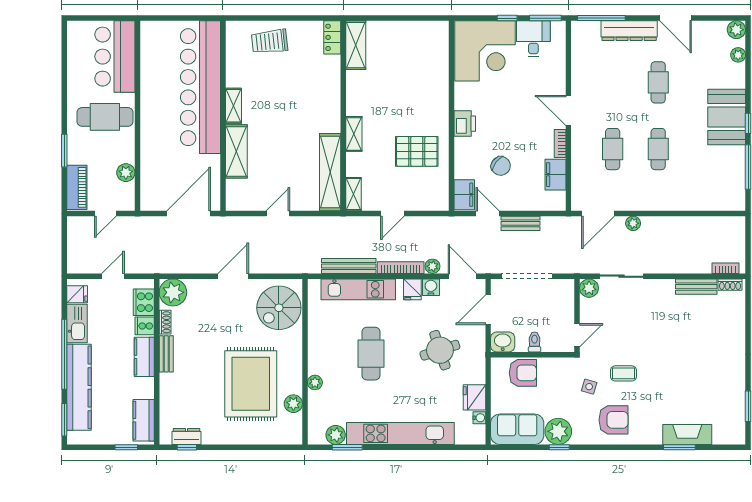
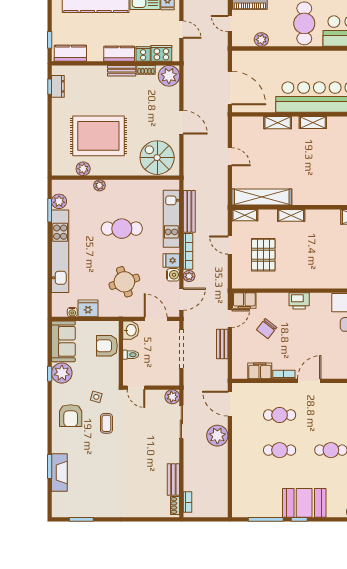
shelving: (236, 151) -> (278, 123), width x0.67, depth x0.75
pallet: (417, 151) -> (263, 255), moved
plant: (633, 223) -> (217, 436), width x1.87, depth x1.87
armchair: (523, 373) -> (107, 346), turned 90

